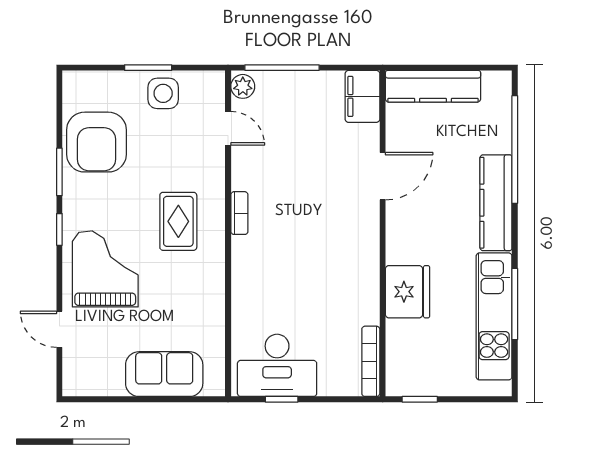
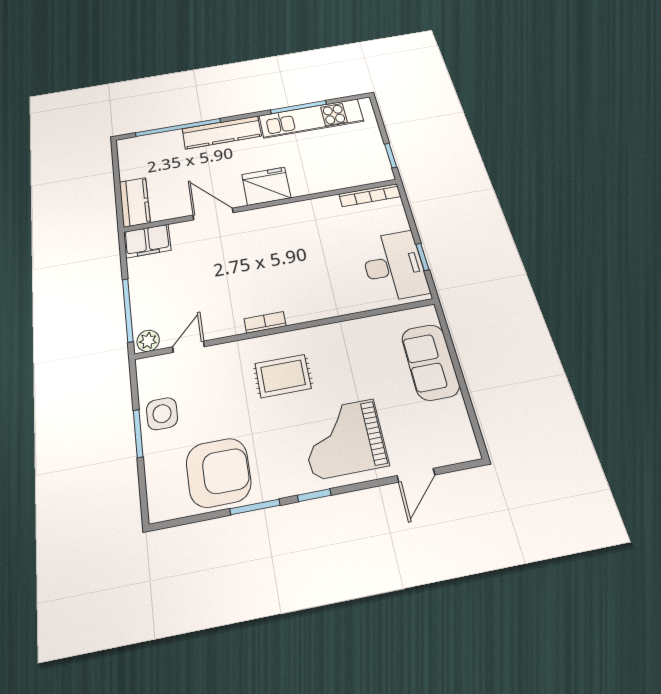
kitchen counter: (433, 86) -> (135, 202), width x0.67
fridge: (408, 292) -> (266, 186), moved

